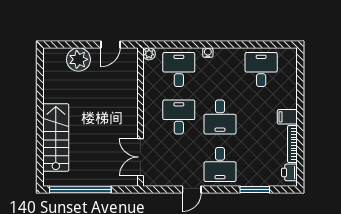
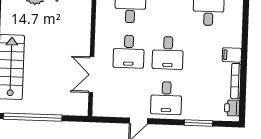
desk: (179, 117) -> (129, 52), turned 180
double door: (140, 157) -> (91, 75), moved

